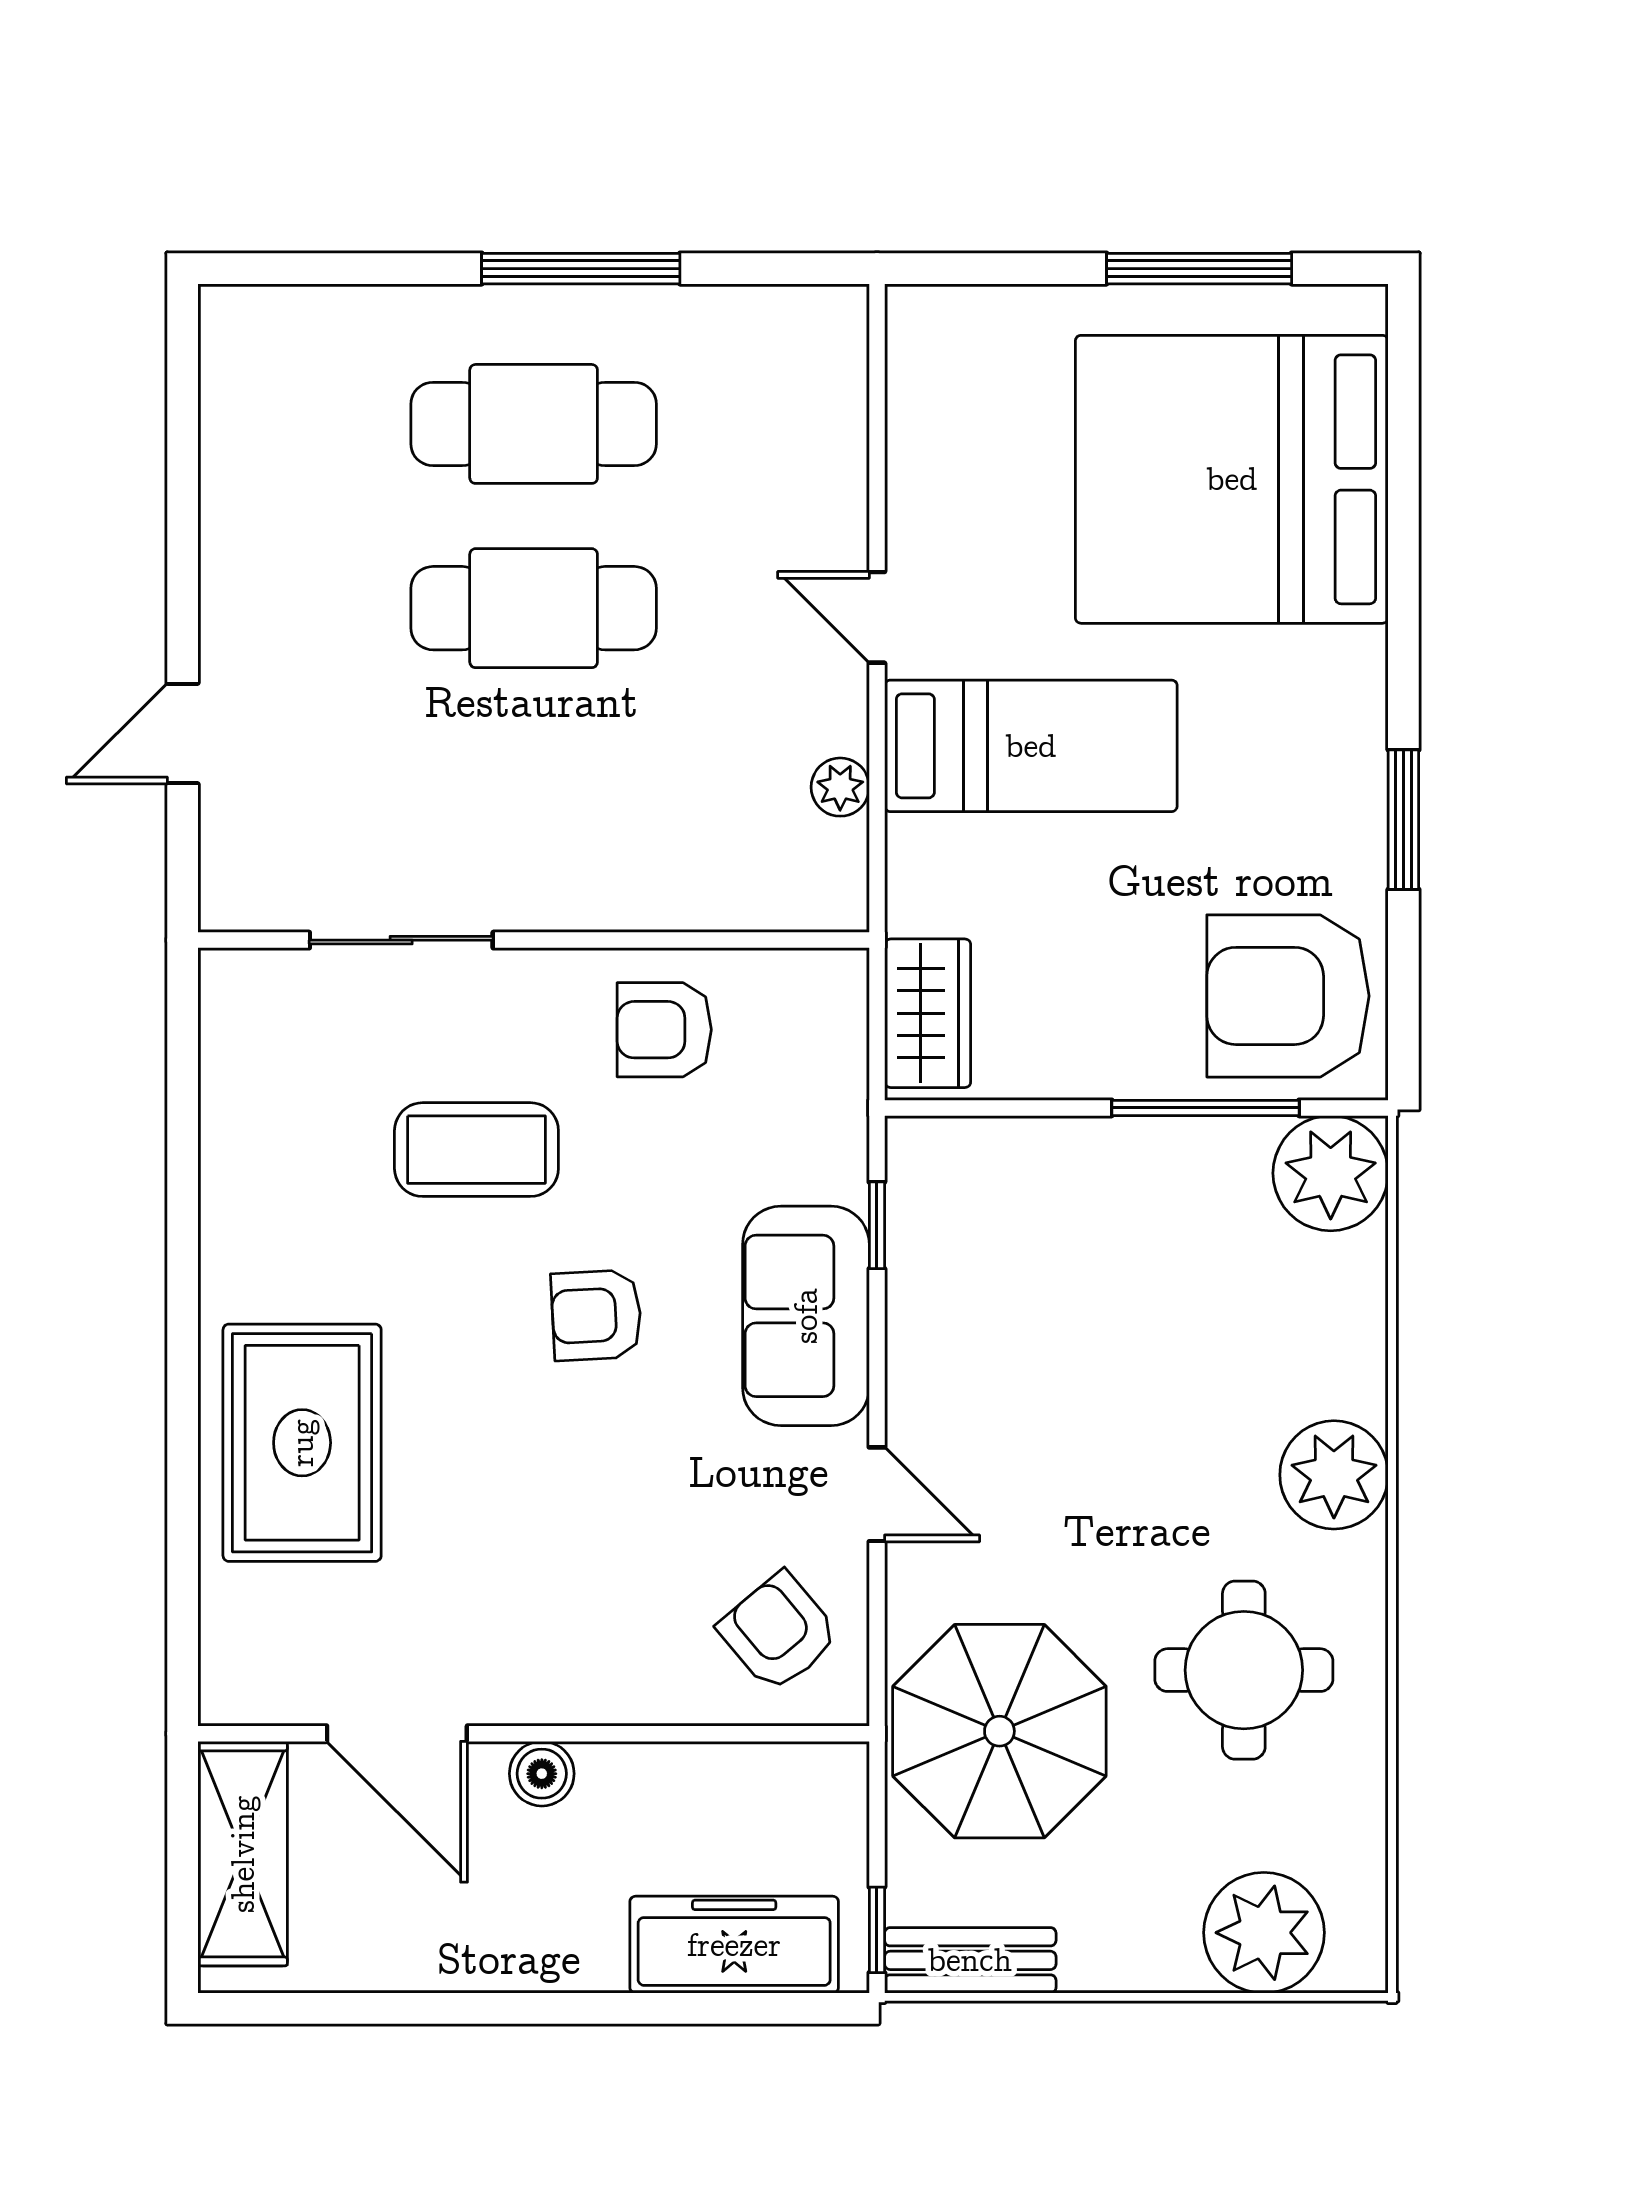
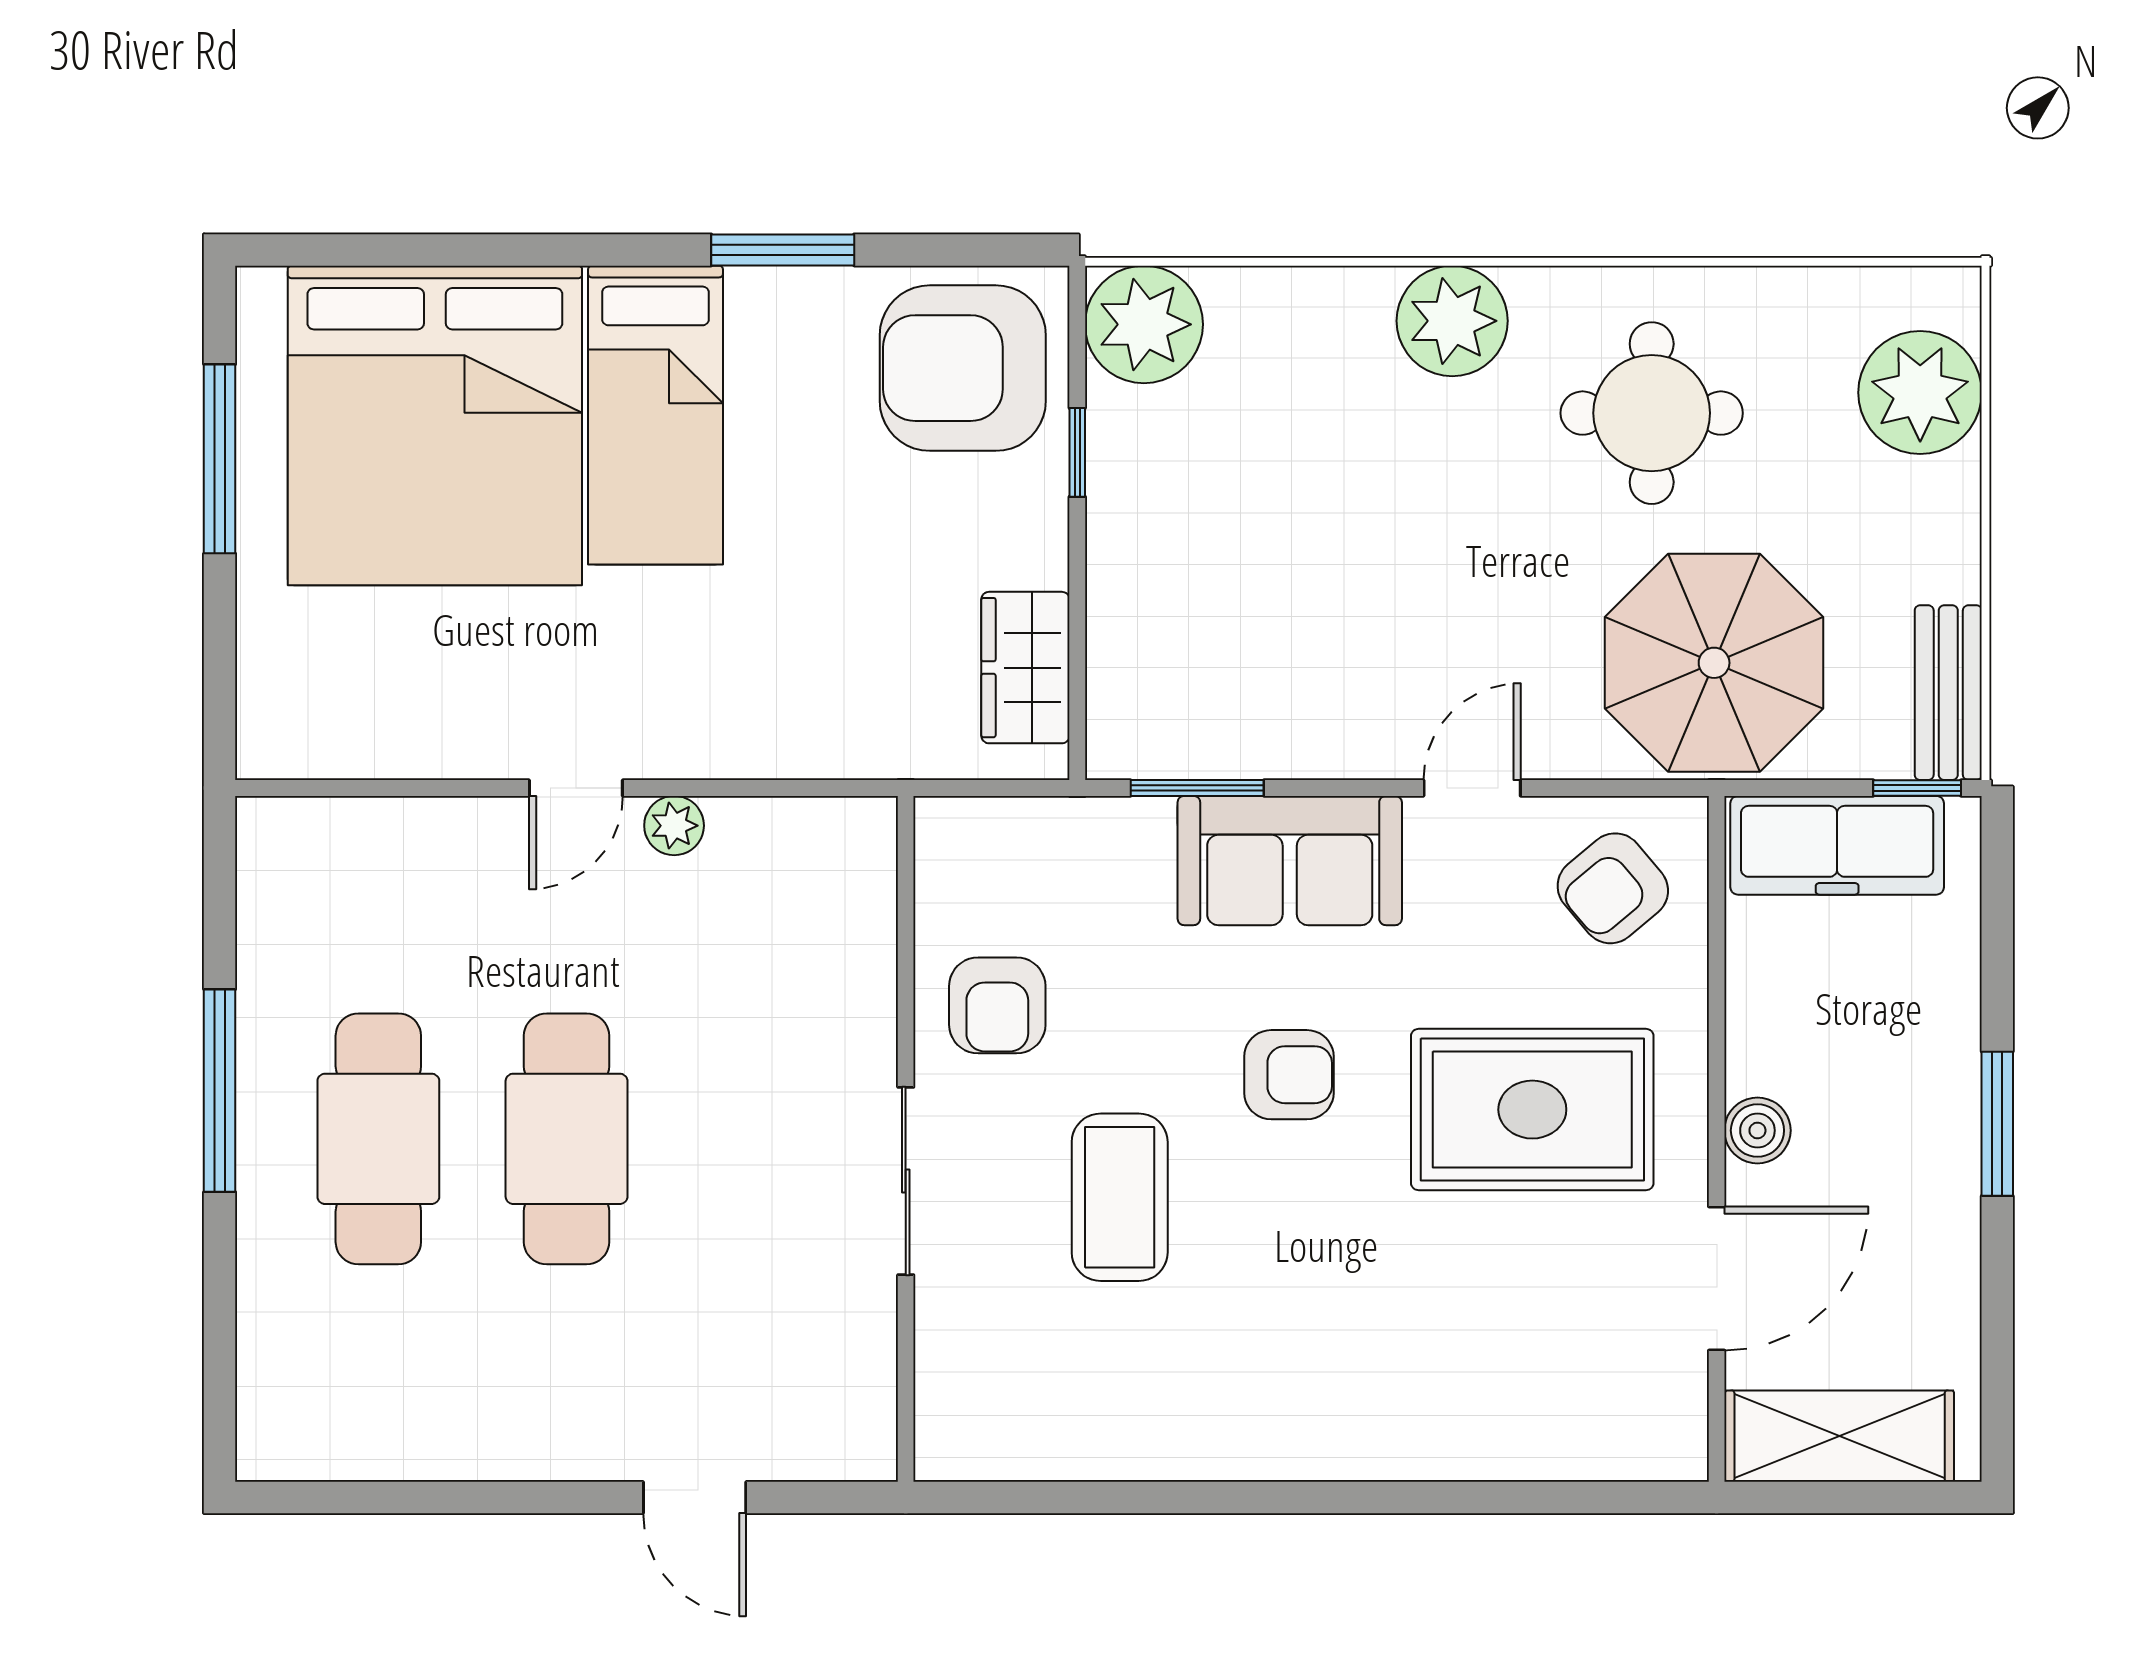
bed: (1031, 746) -> (655, 415), moved, turned 180
plant: (840, 787) -> (674, 826), moved
sliding door: (401, 940) -> (906, 1181), moved
armchair: (1288, 996) -> (963, 368), turned 90
wardrobe: (928, 1013) -> (1025, 668), moved, turned -90
window: (1205, 1108) -> (1077, 452), width x0.46
window: (877, 1225) -> (1197, 788), width x1.50
armchair: (596, 1315) -> (1289, 1075), turned -87
rug: (302, 1443) -> (1532, 1110), moved
freezer: (734, 1945) -> (1837, 845), moved, turned -90
window: (548, 2008) -> (1997, 1124), added

